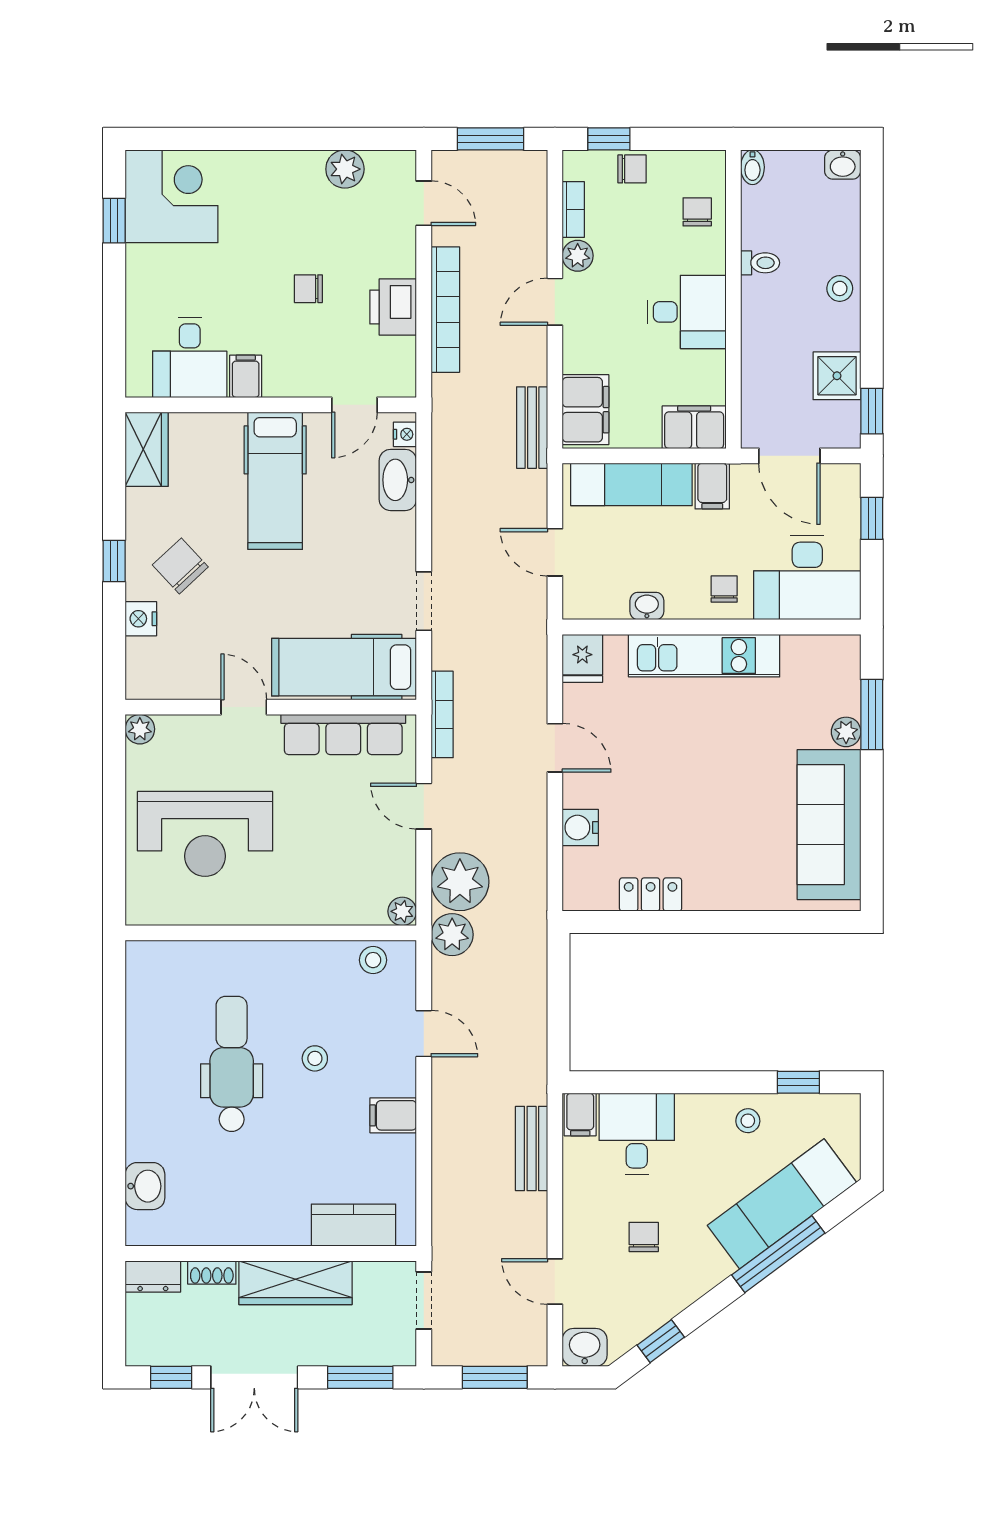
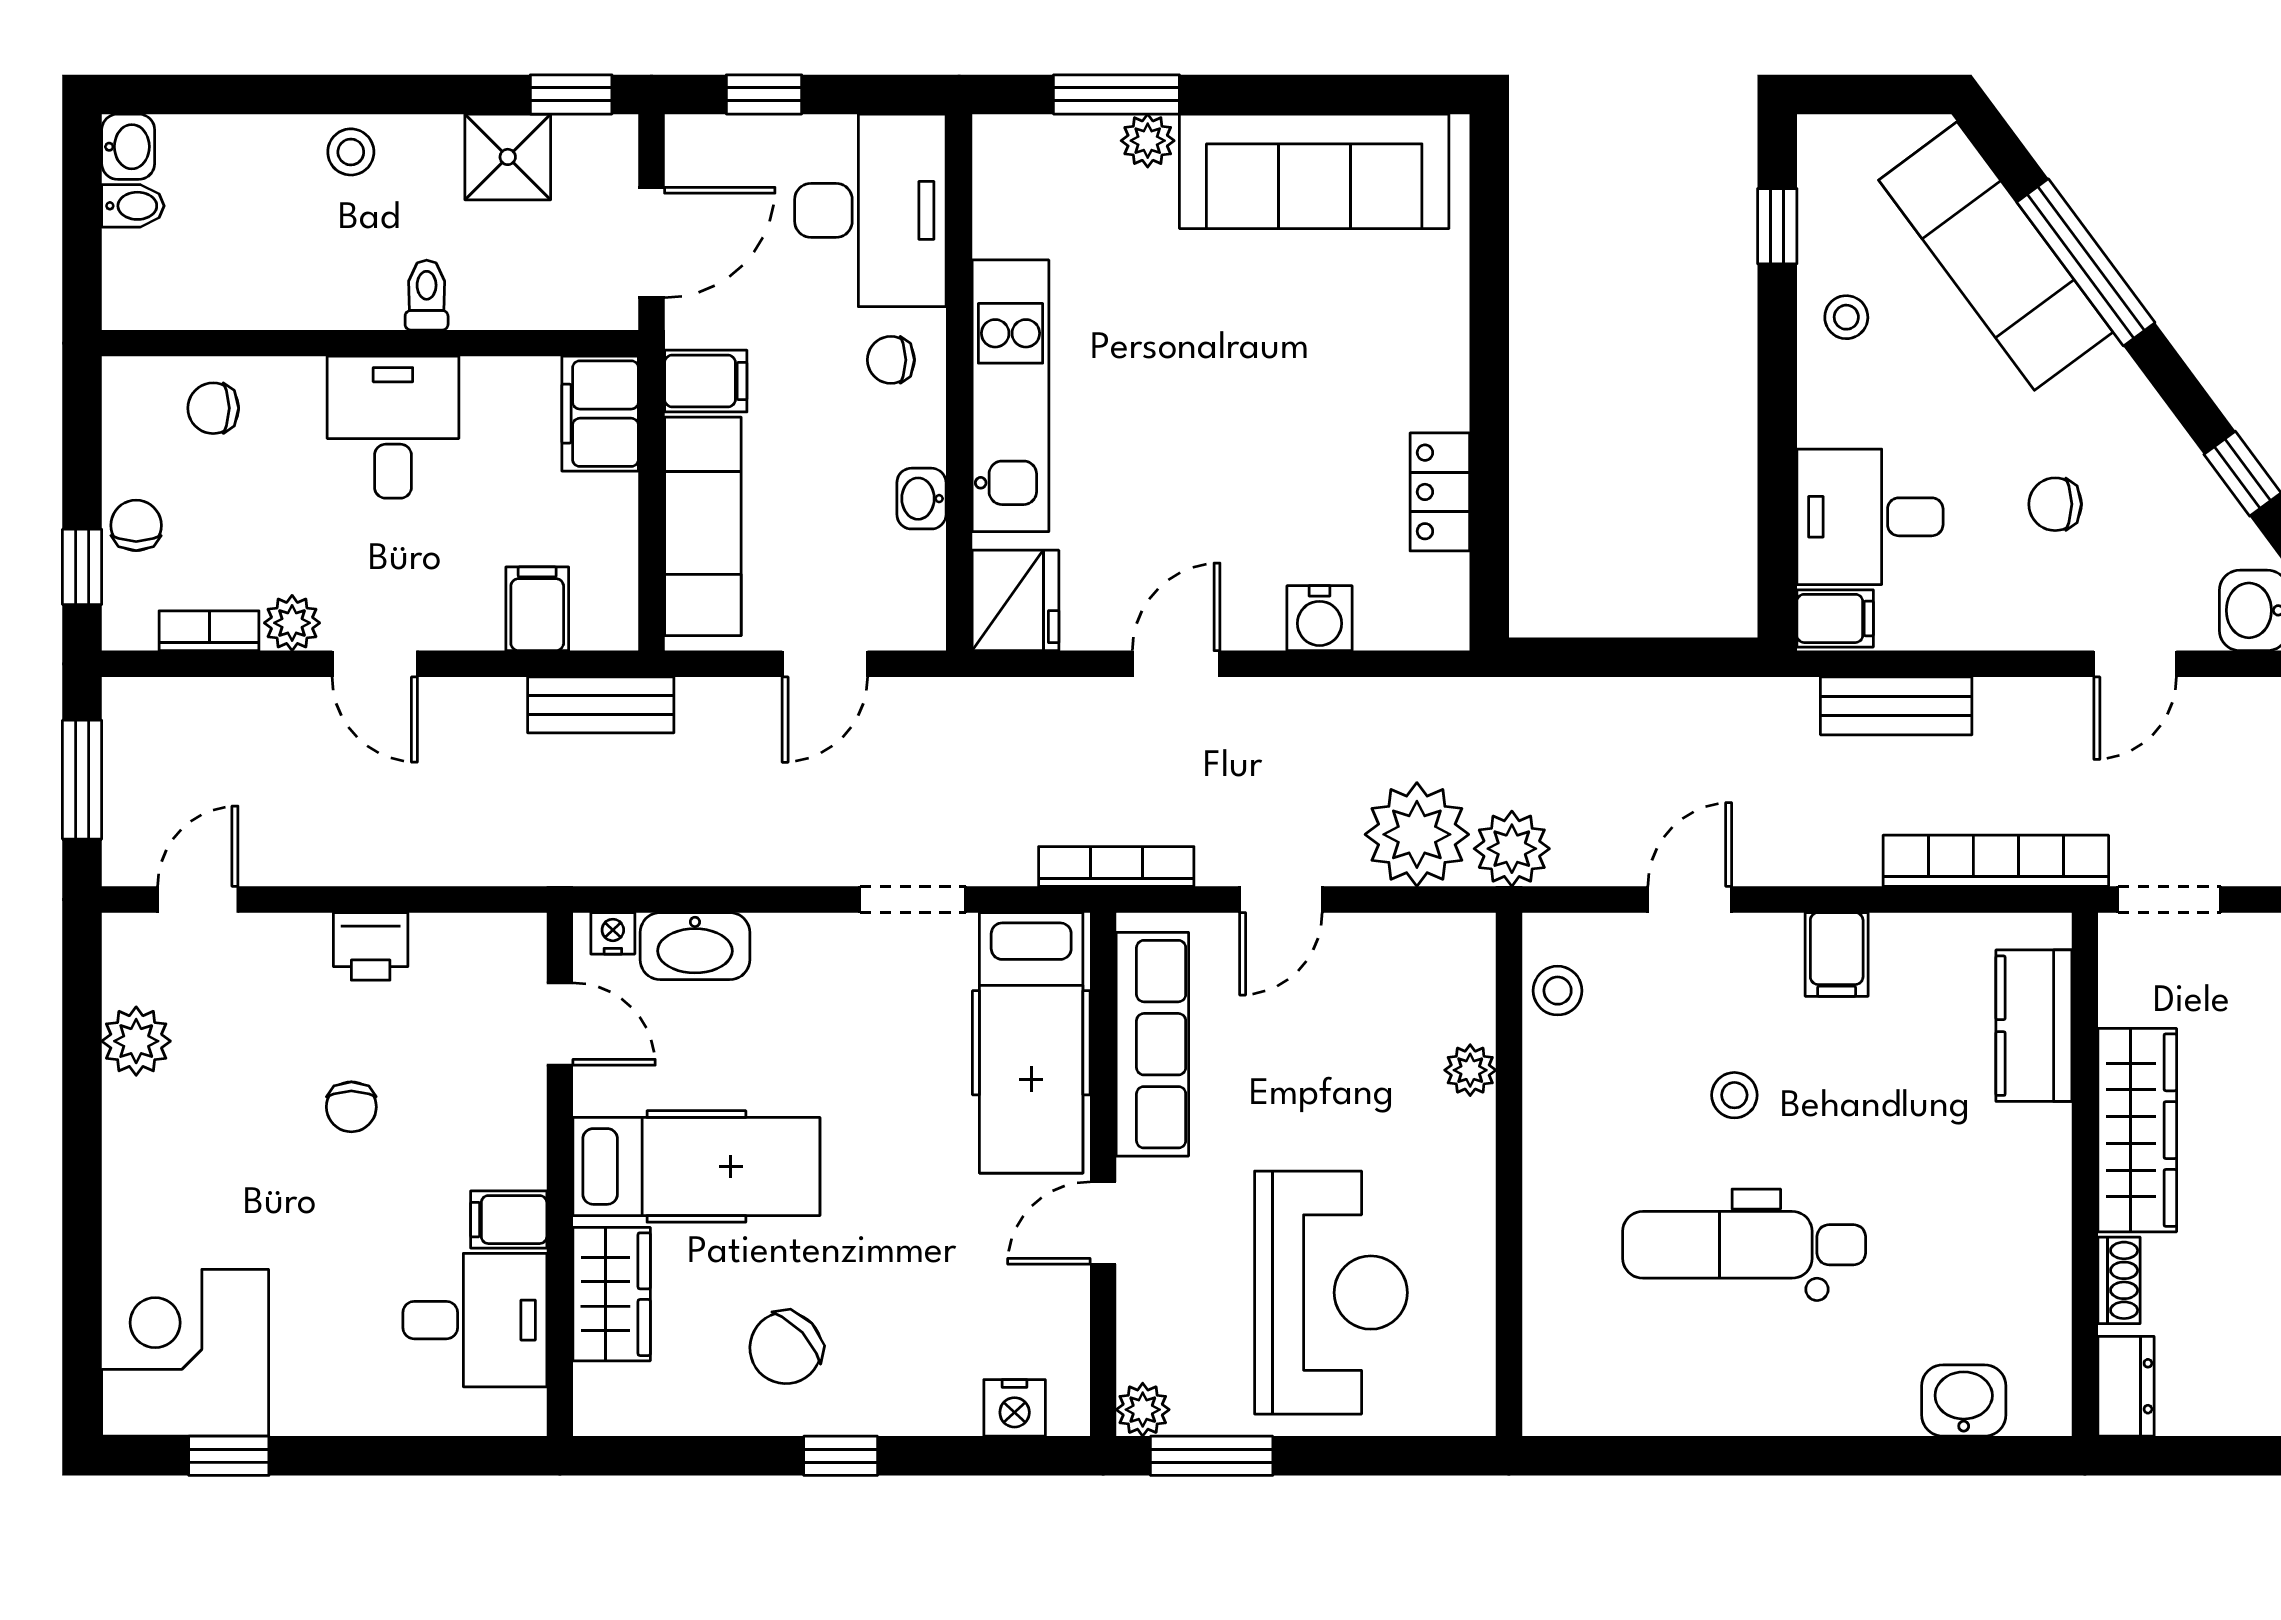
bidet: (752, 167) -> (133, 206), moved
toilet: (760, 263) -> (427, 295), moved
printer: (393, 307) -> (371, 946), width x0.73, depth x0.81
bookcase: (445, 310) -> (1996, 861), moved
filing cabinet: (586, 410) -> (537, 609), width x0.50
wardrobe: (147, 449) -> (612, 1294), moved, turned 90
chair: (180, 566) -> (786, 1348), moved
nightstand: (141, 619) -> (1015, 1408), moved
fridge: (582, 658) -> (1016, 600), width x1.38
window: (114, 768) -> (1212, 1456), added
plant: (402, 911) -> (1470, 1070), moved

